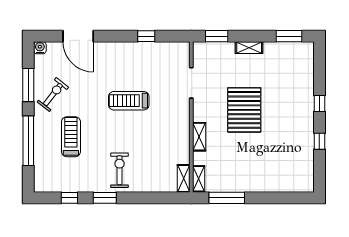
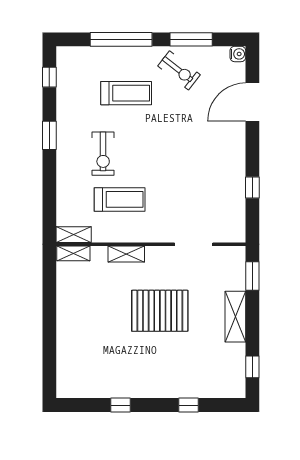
window: (289, 36) -> (252, 367), width x0.67
shelving: (249, 48) -> (235, 317), width x1.50, depth x1.33
treadmill: (129, 101) -> (120, 199), moved, turned 90
window: (319, 103) -> (189, 405), moved
exercise bike: (120, 170) -> (103, 154), moved, turned 90
window: (69, 198) -> (49, 77), moved
window: (227, 198) -> (49, 289), removed

